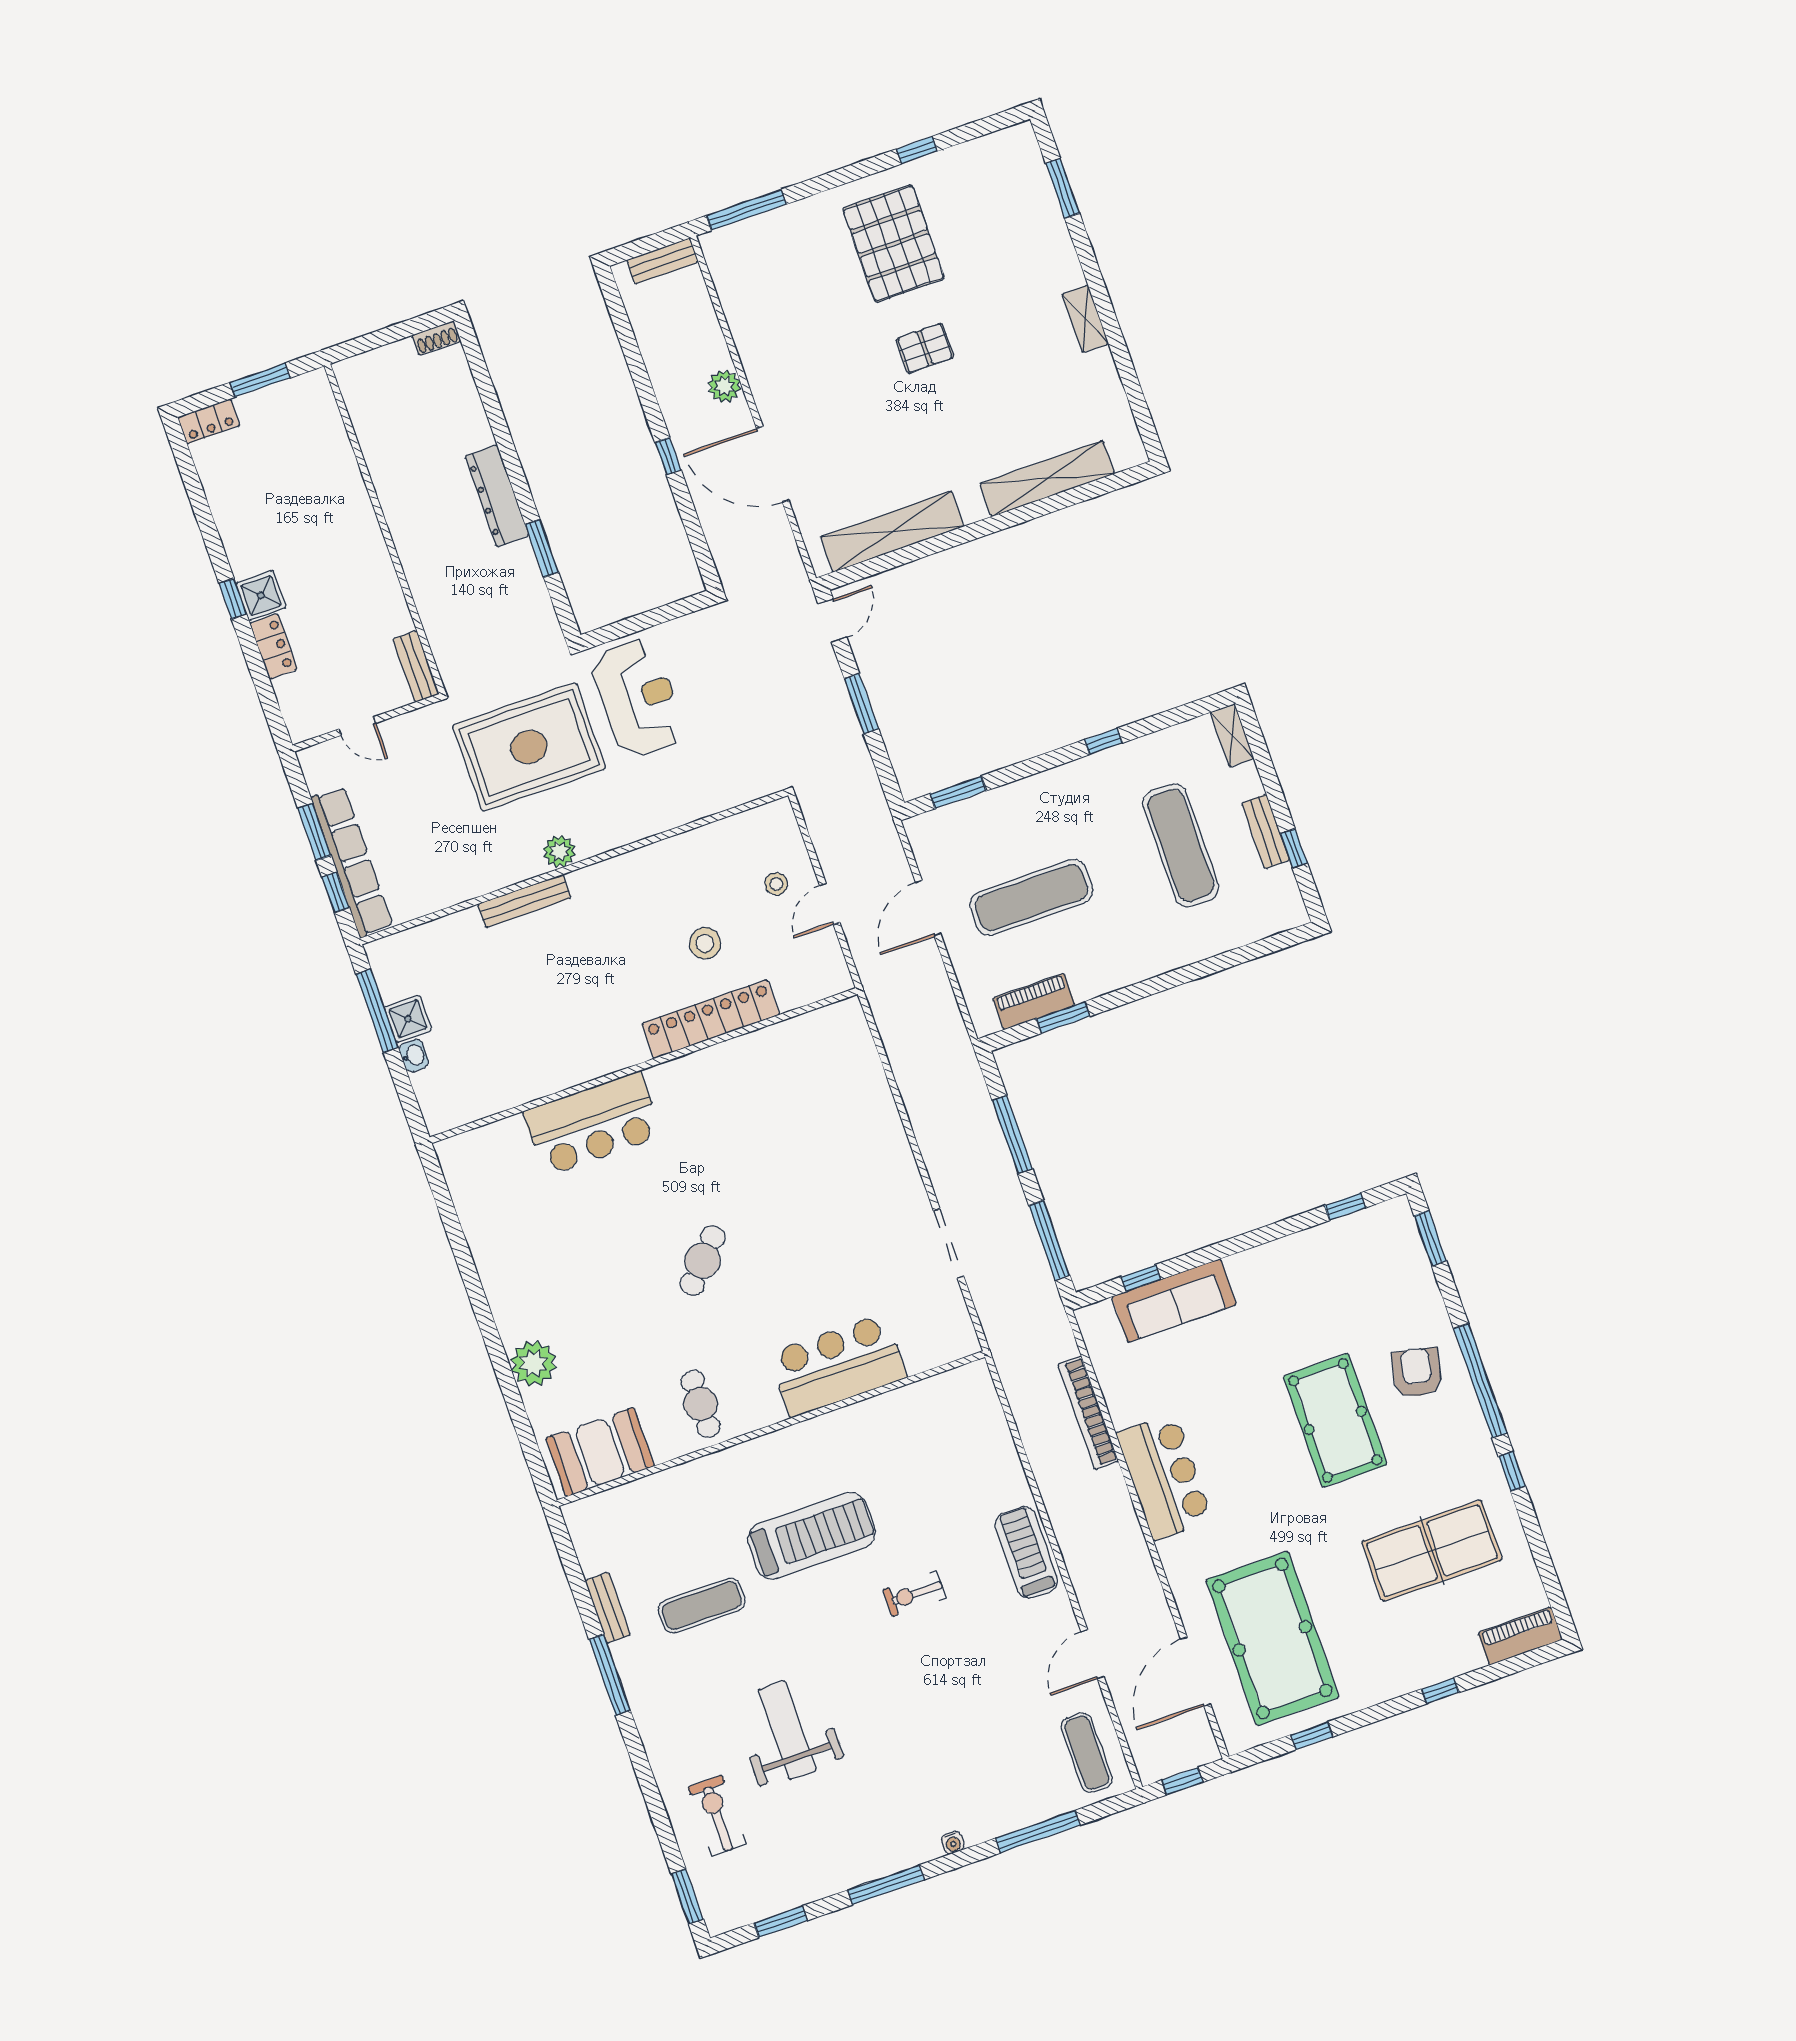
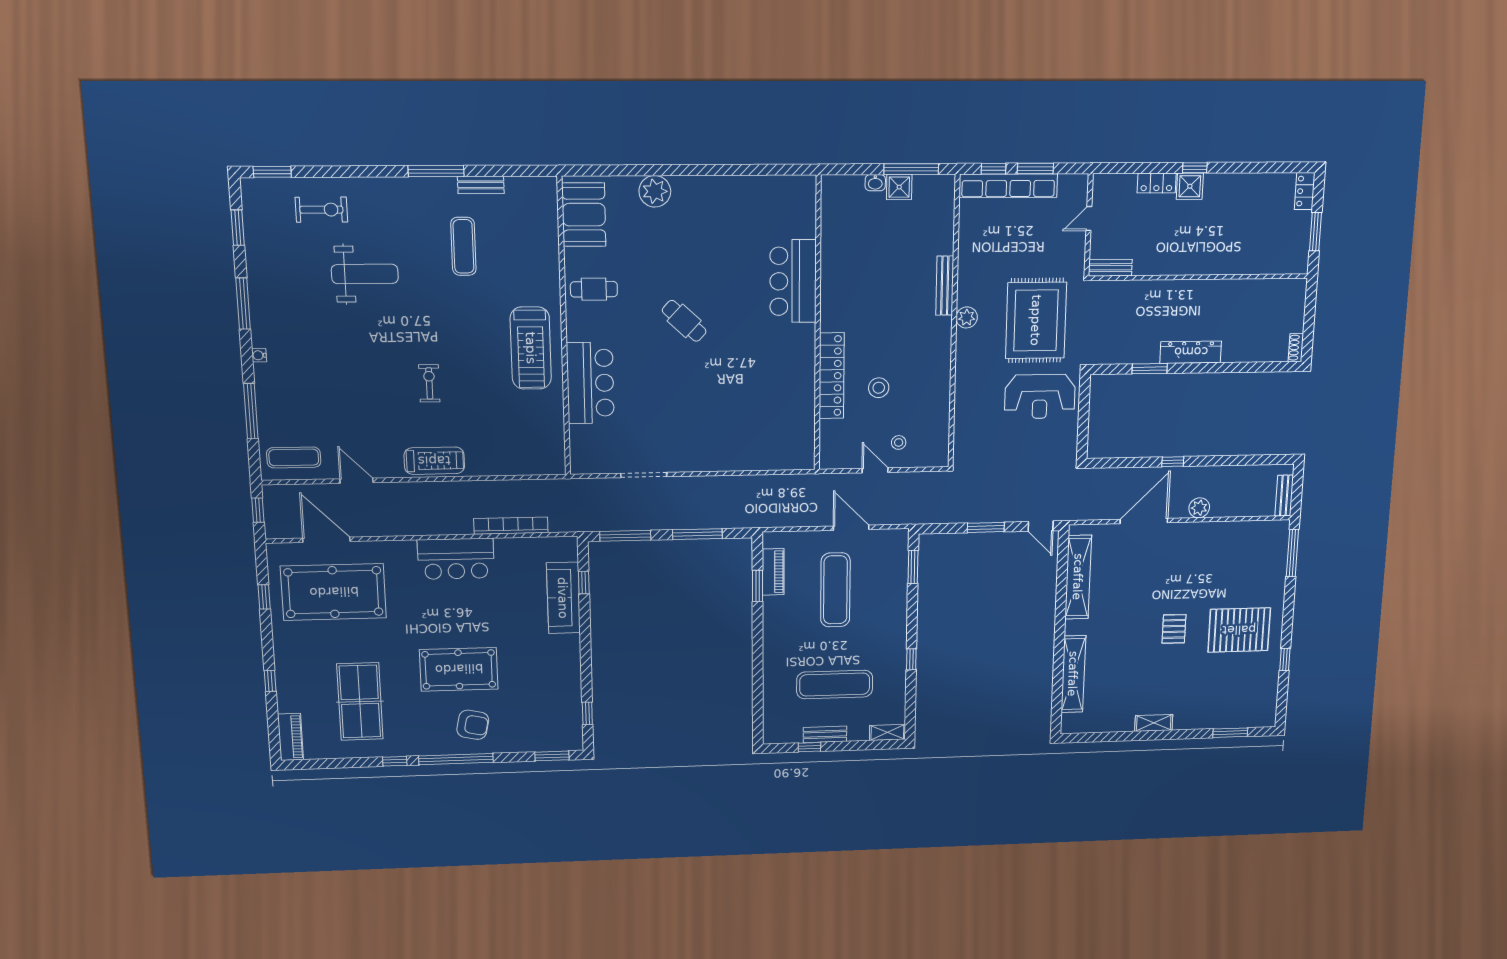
treadmill: (812, 1536) -> (531, 348), moved

